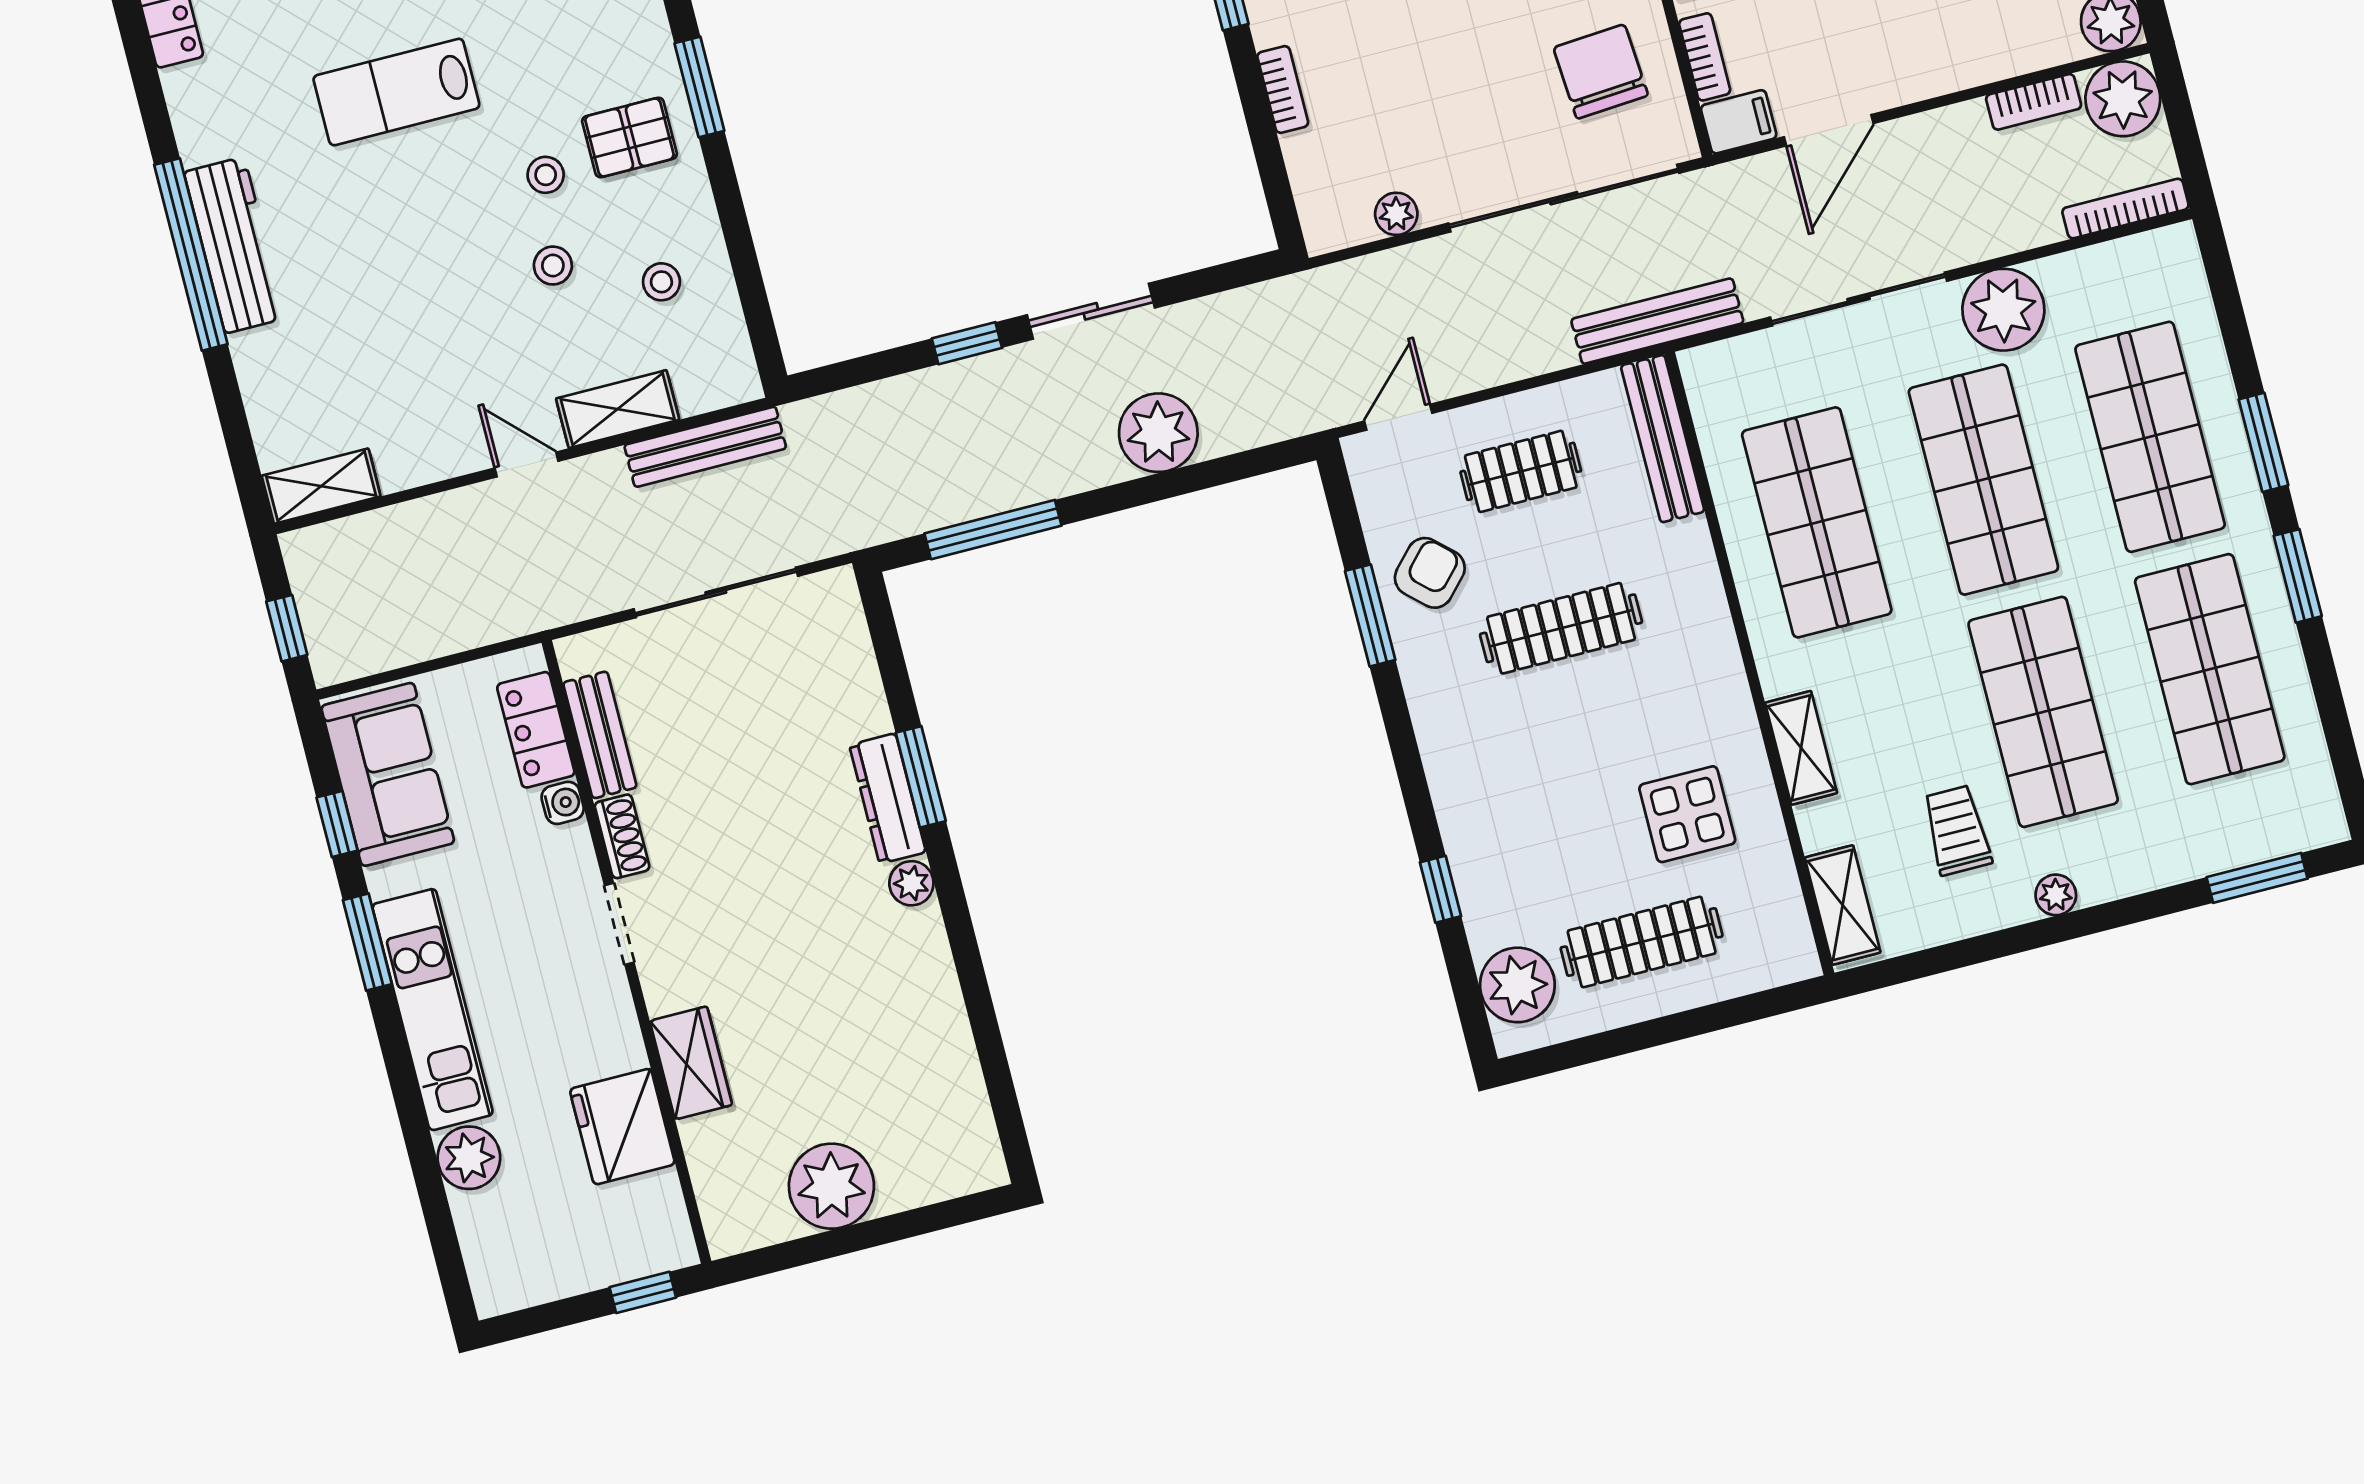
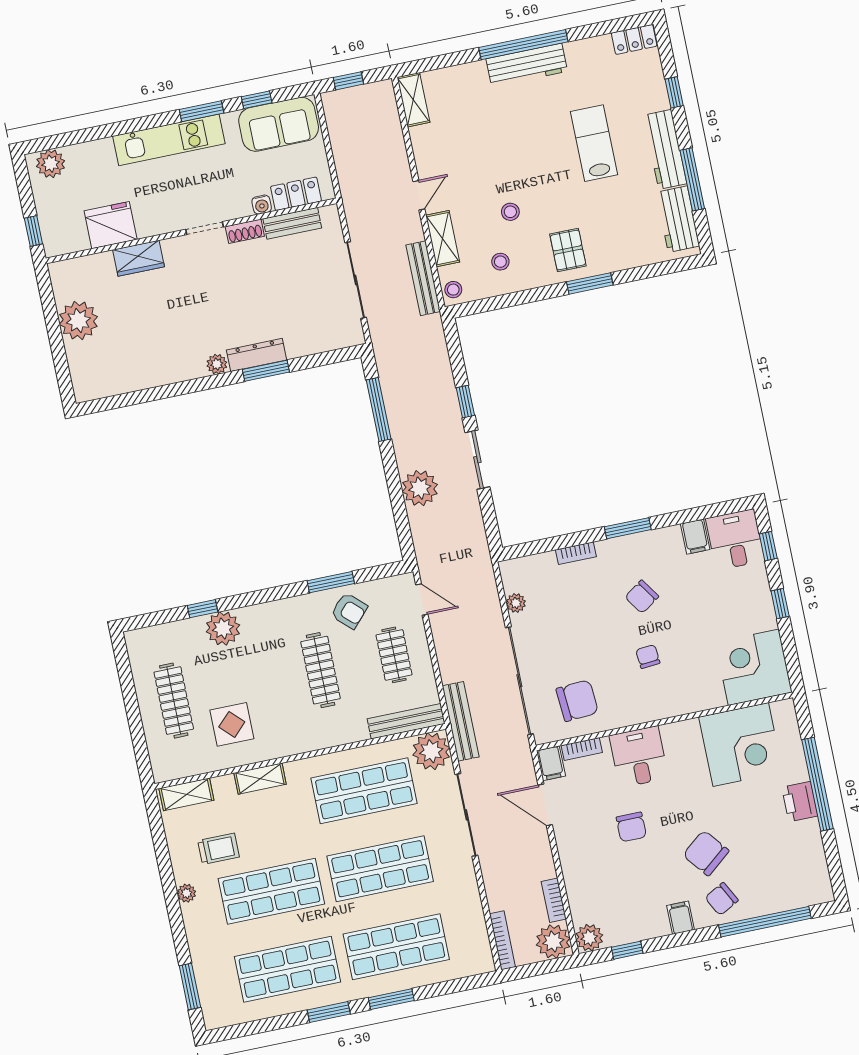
stool: (546, 175) -> (453, 290), moved
plant: (2003, 310) -> (431, 751), moved
plant: (1517, 985) -> (223, 628), moved
plant: (469, 1158) -> (51, 164), moved

